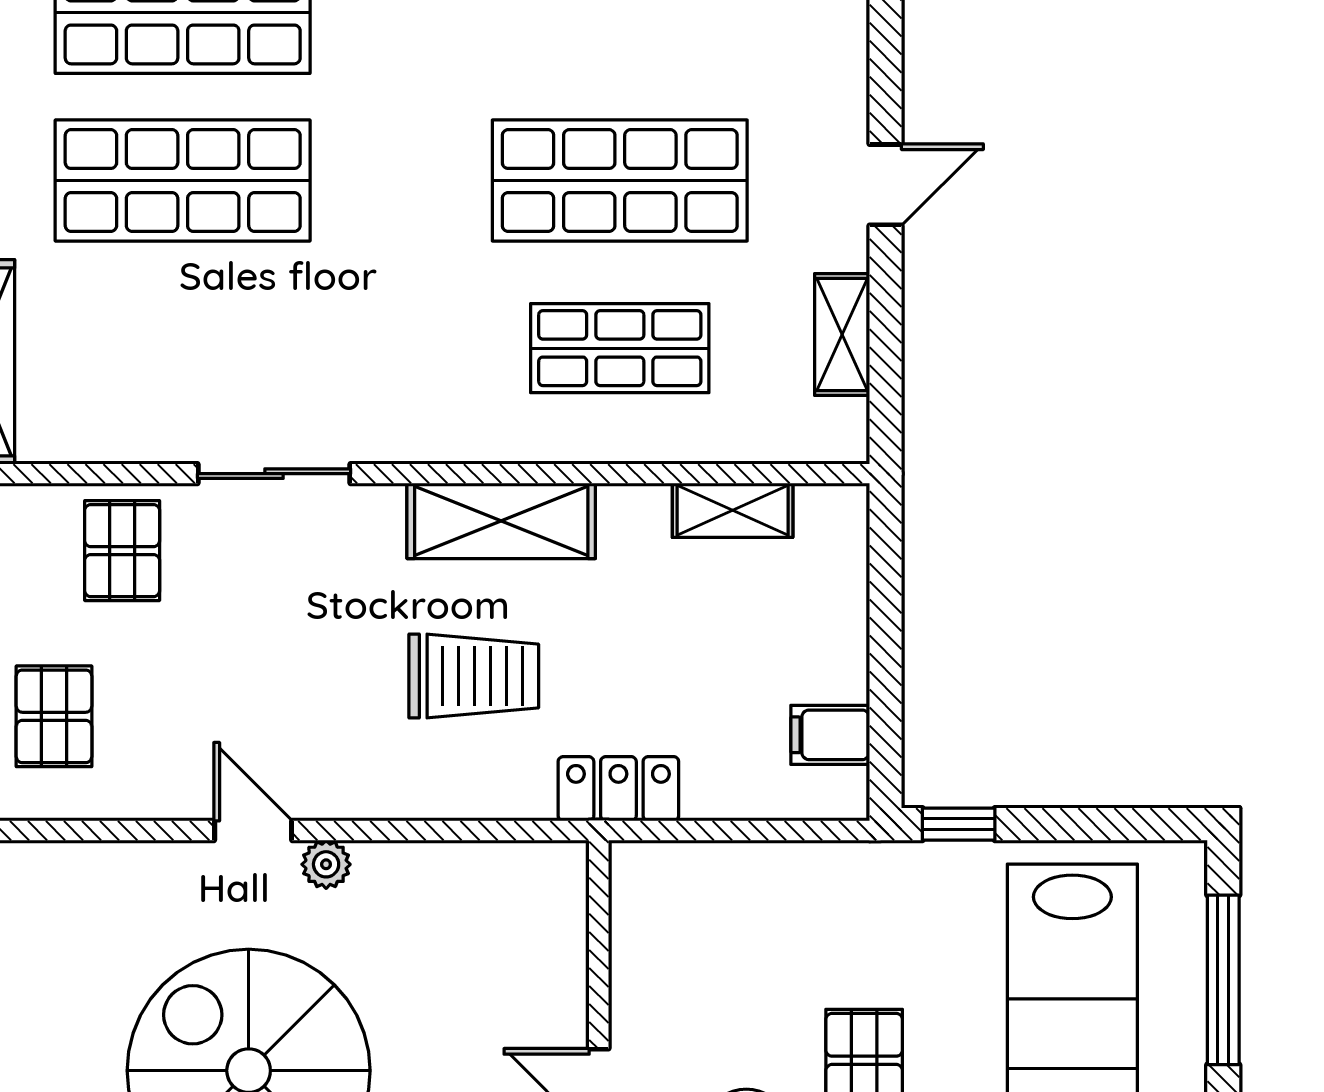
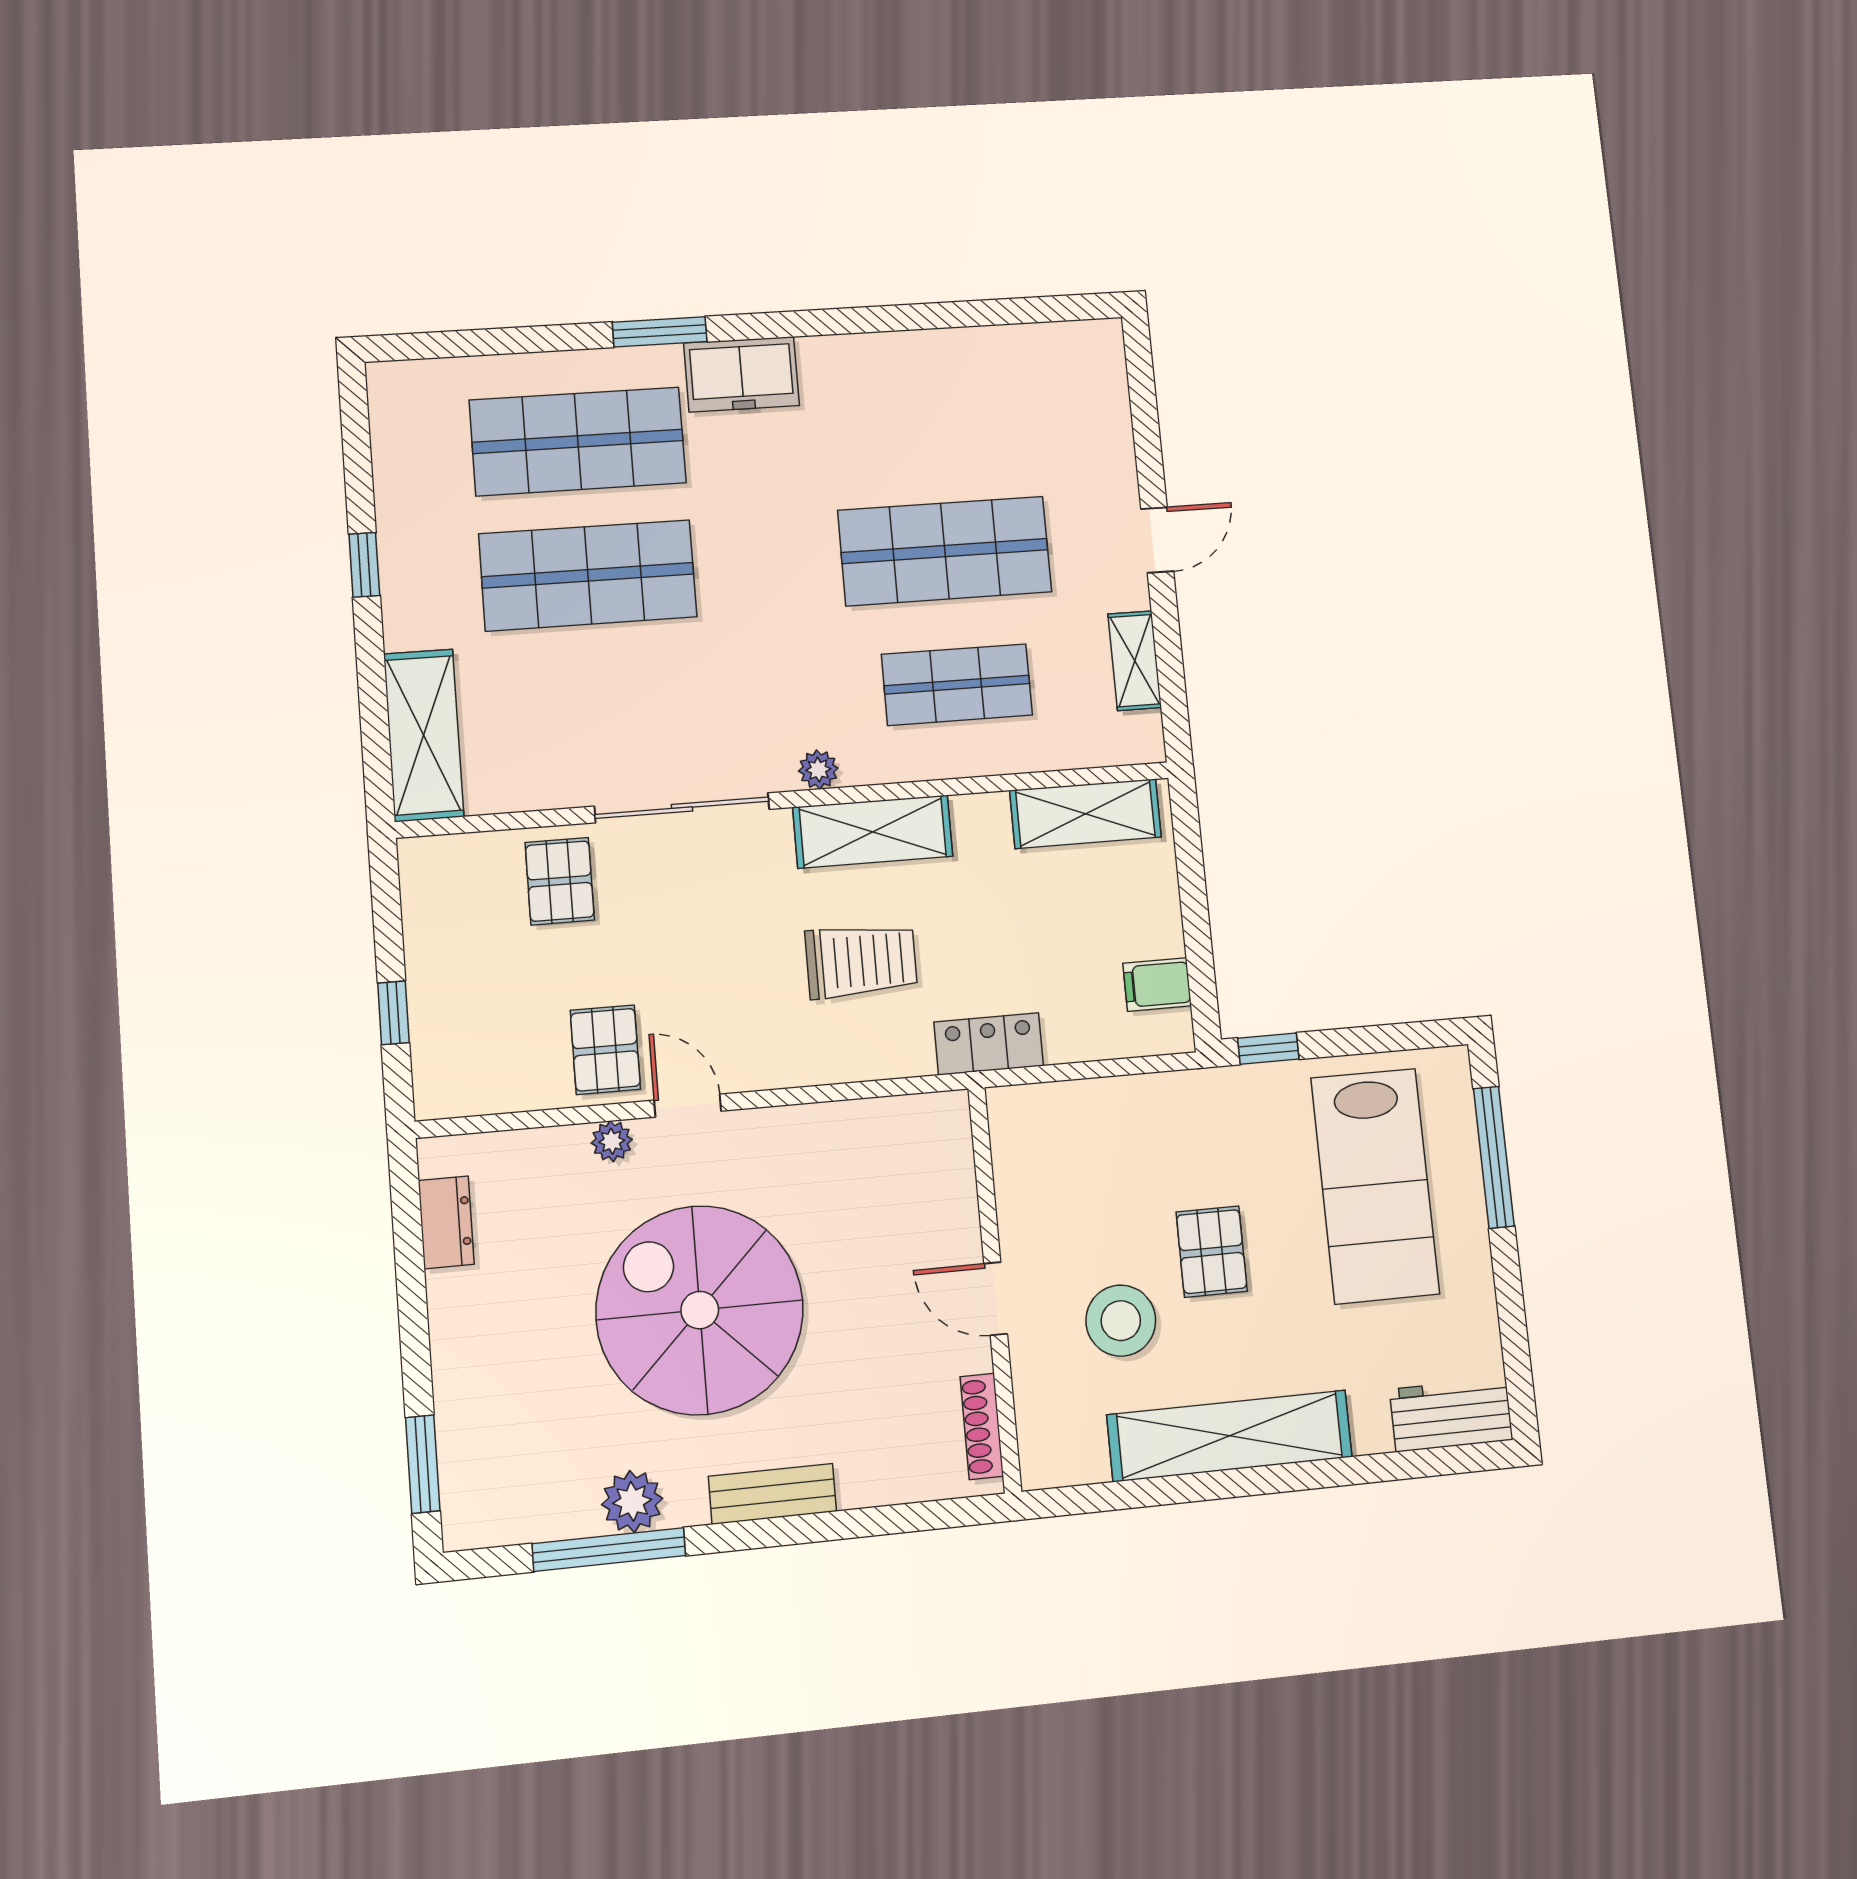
plant: (442, 440) -> (818, 770), added
sliding door: (274, 474) -> (682, 808), width x1.37
shelving: (733, 510) -> (1085, 814), width x1.50, depth x1.33
pallet: (54, 716) -> (605, 1050), moved
plant: (326, 864) -> (612, 1141), moved

